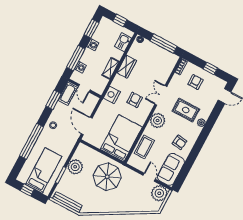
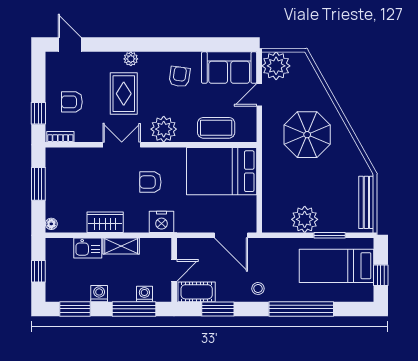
kitchen sink: (123, 42) -> (88, 248), moved
window: (163, 44) -> (38, 184), width x0.69
window: (210, 68) -> (38, 113), moved
double door: (161, 95) -> (122, 145), swing flipped
door: (87, 126) -> (231, 235), hinge flipped
parasol: (107, 177) -> (307, 135), moved

